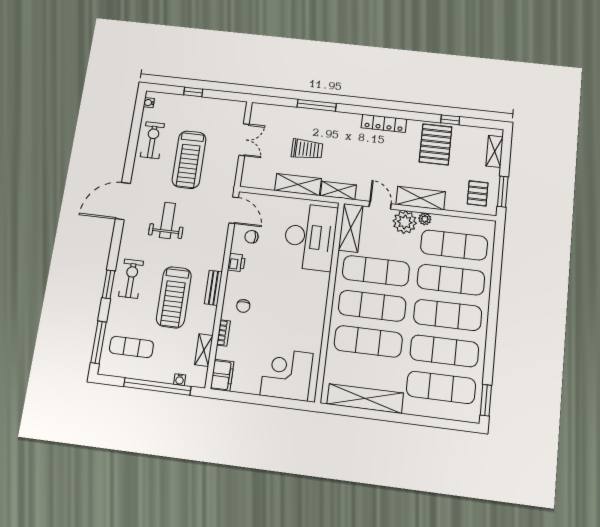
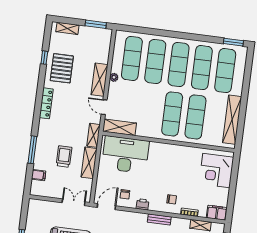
filing cabinet: (280, 114) -> (39, 175), added
double door: (244, 140) -> (74, 202), moved
pallet: (436, 144) -> (62, 68), turned 90
pallet: (478, 193) -> (97, 41), removed
door: (380, 205) -> (104, 107), hinge flipped
plant: (405, 222) -> (116, 91), removed
exercise mat: (376, 271) -> (149, 111), removed

